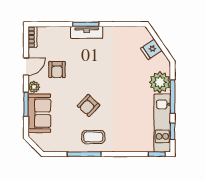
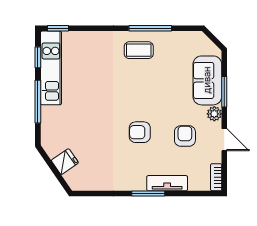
tv unit: (87, 32) -> (167, 183), moved
door: (26, 67) -> (224, 140), swing flipped
plant: (160, 82) -> (54, 120), removed
armchair: (89, 105) -> (140, 132), moved, turned -133

